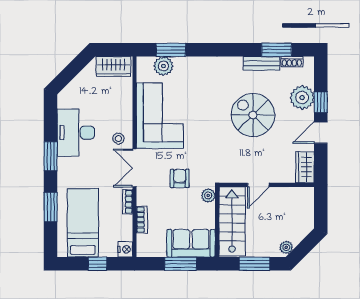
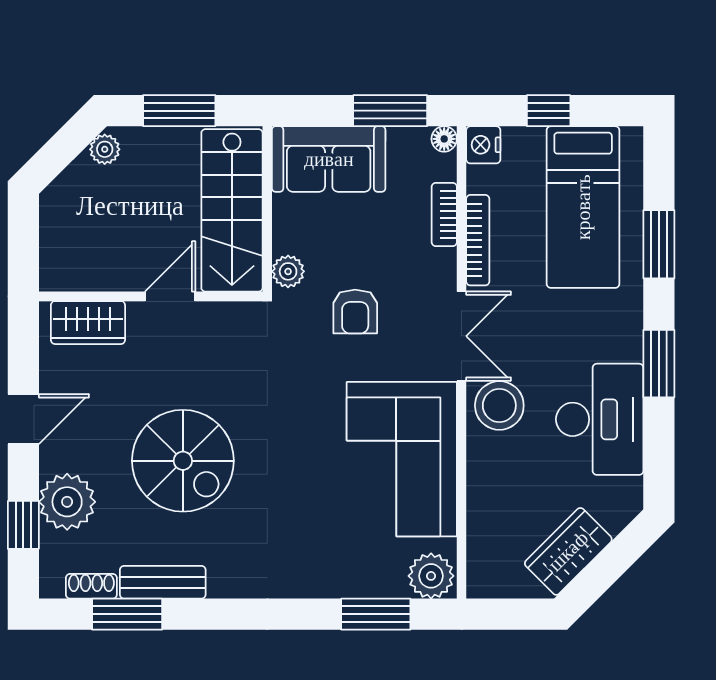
wardrobe: (113, 66) -> (568, 551), moved, turned -45
plant: (163, 66) -> (431, 576), moved
window: (321, 102) -> (23, 525), moved
stool: (118, 138) -> (499, 405), width x1.89, depth x1.89
wardrobe: (305, 167) -> (88, 323), moved, turned 90
bookcase: (128, 202) -> (478, 240), width x1.56
floor lamp: (142, 252) -> (444, 139), added
window: (181, 264) -> (390, 111), moved

